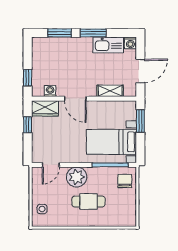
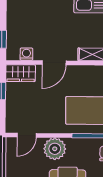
door: (75, 99) -> (54, 63), hinge flipped

